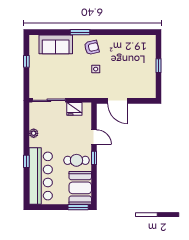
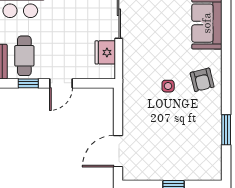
window: (80, 32) -> (226, 130), moved
door: (118, 101) -> (118, 151), moved

